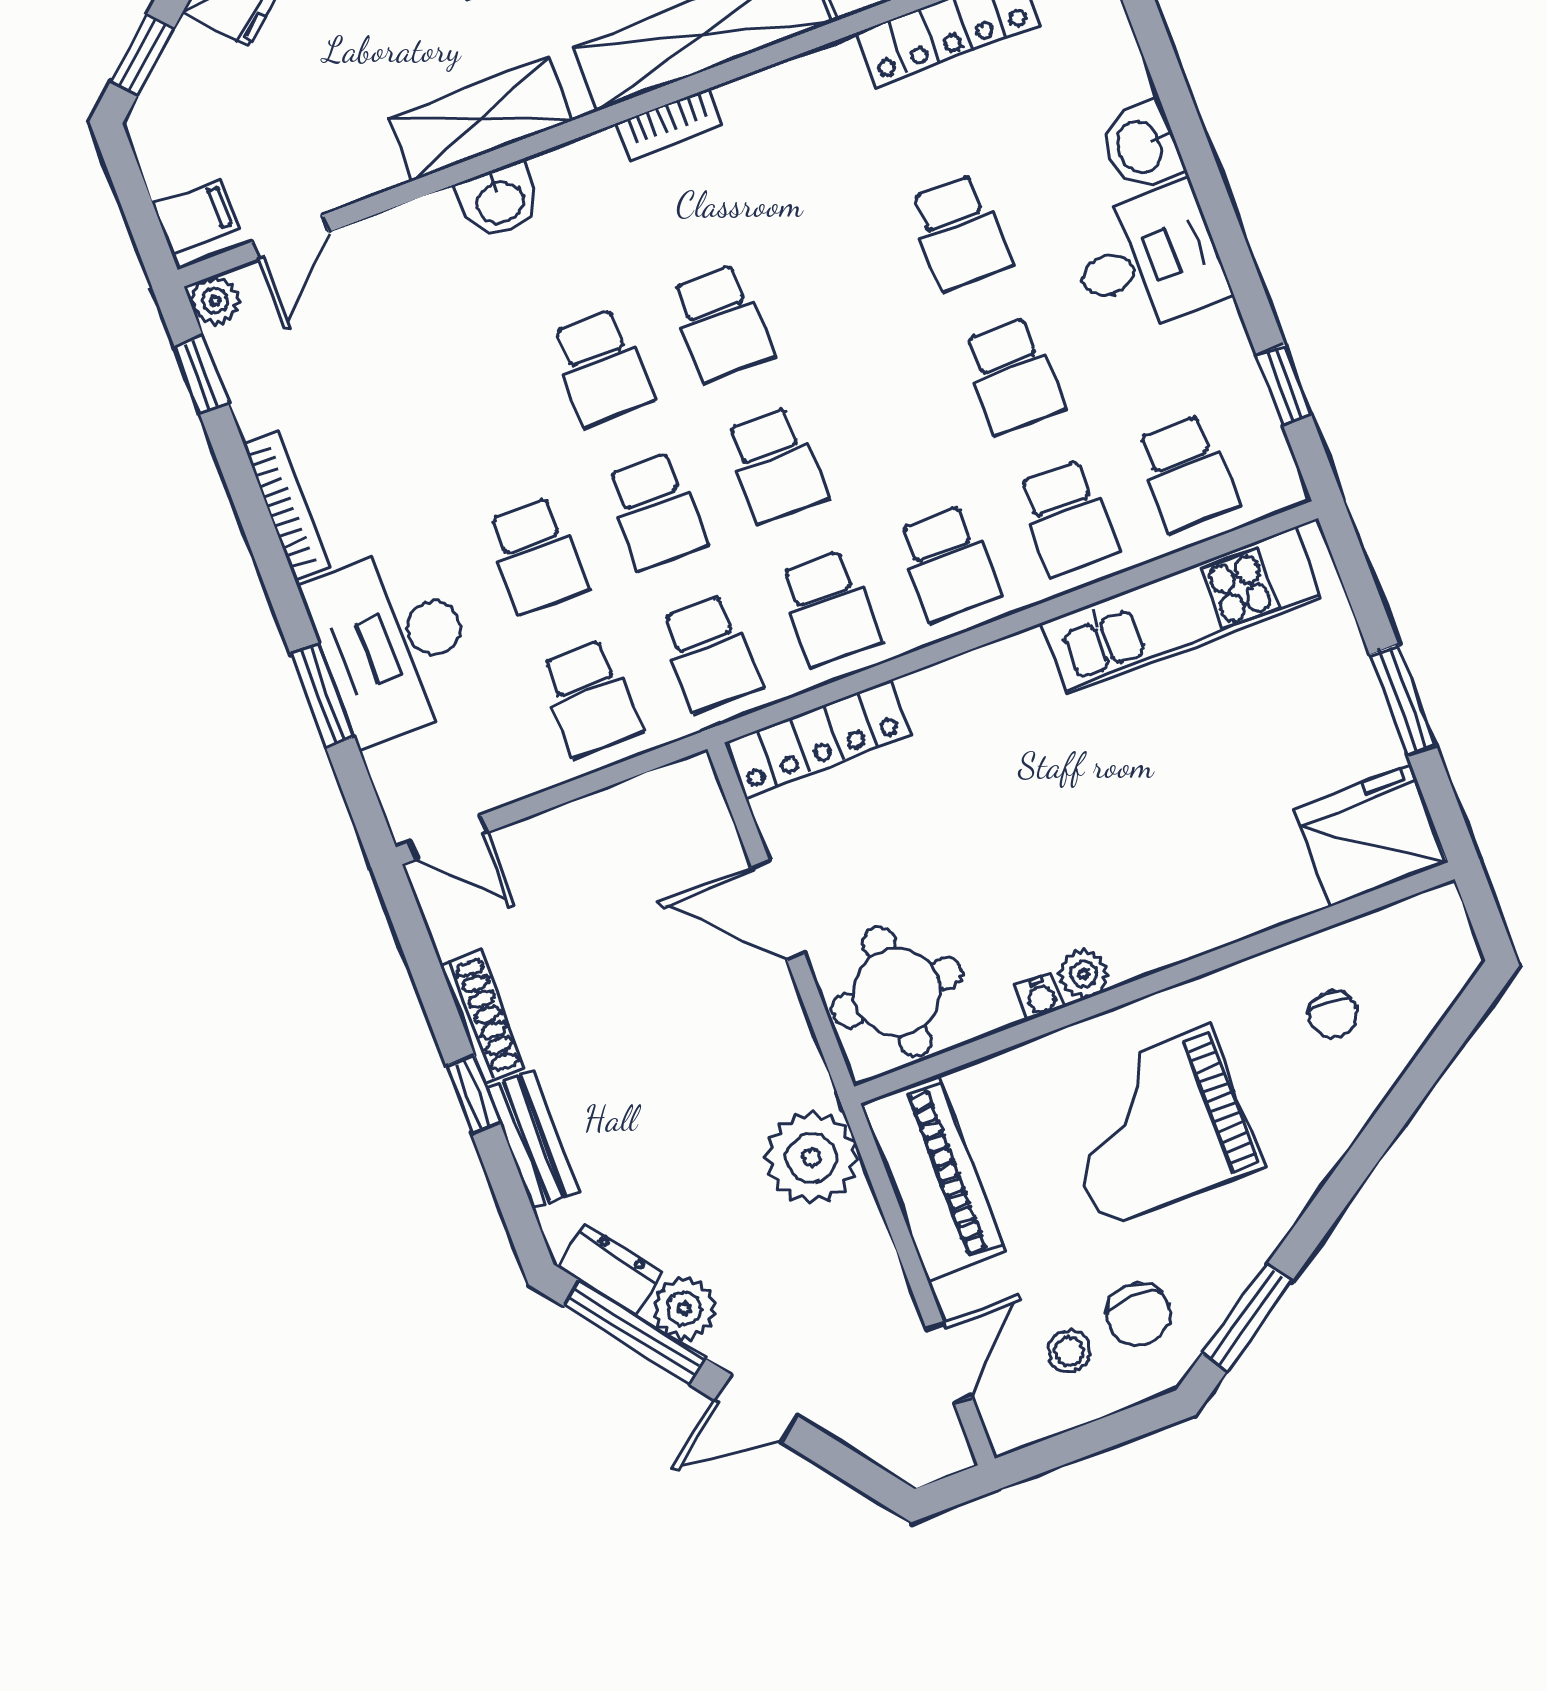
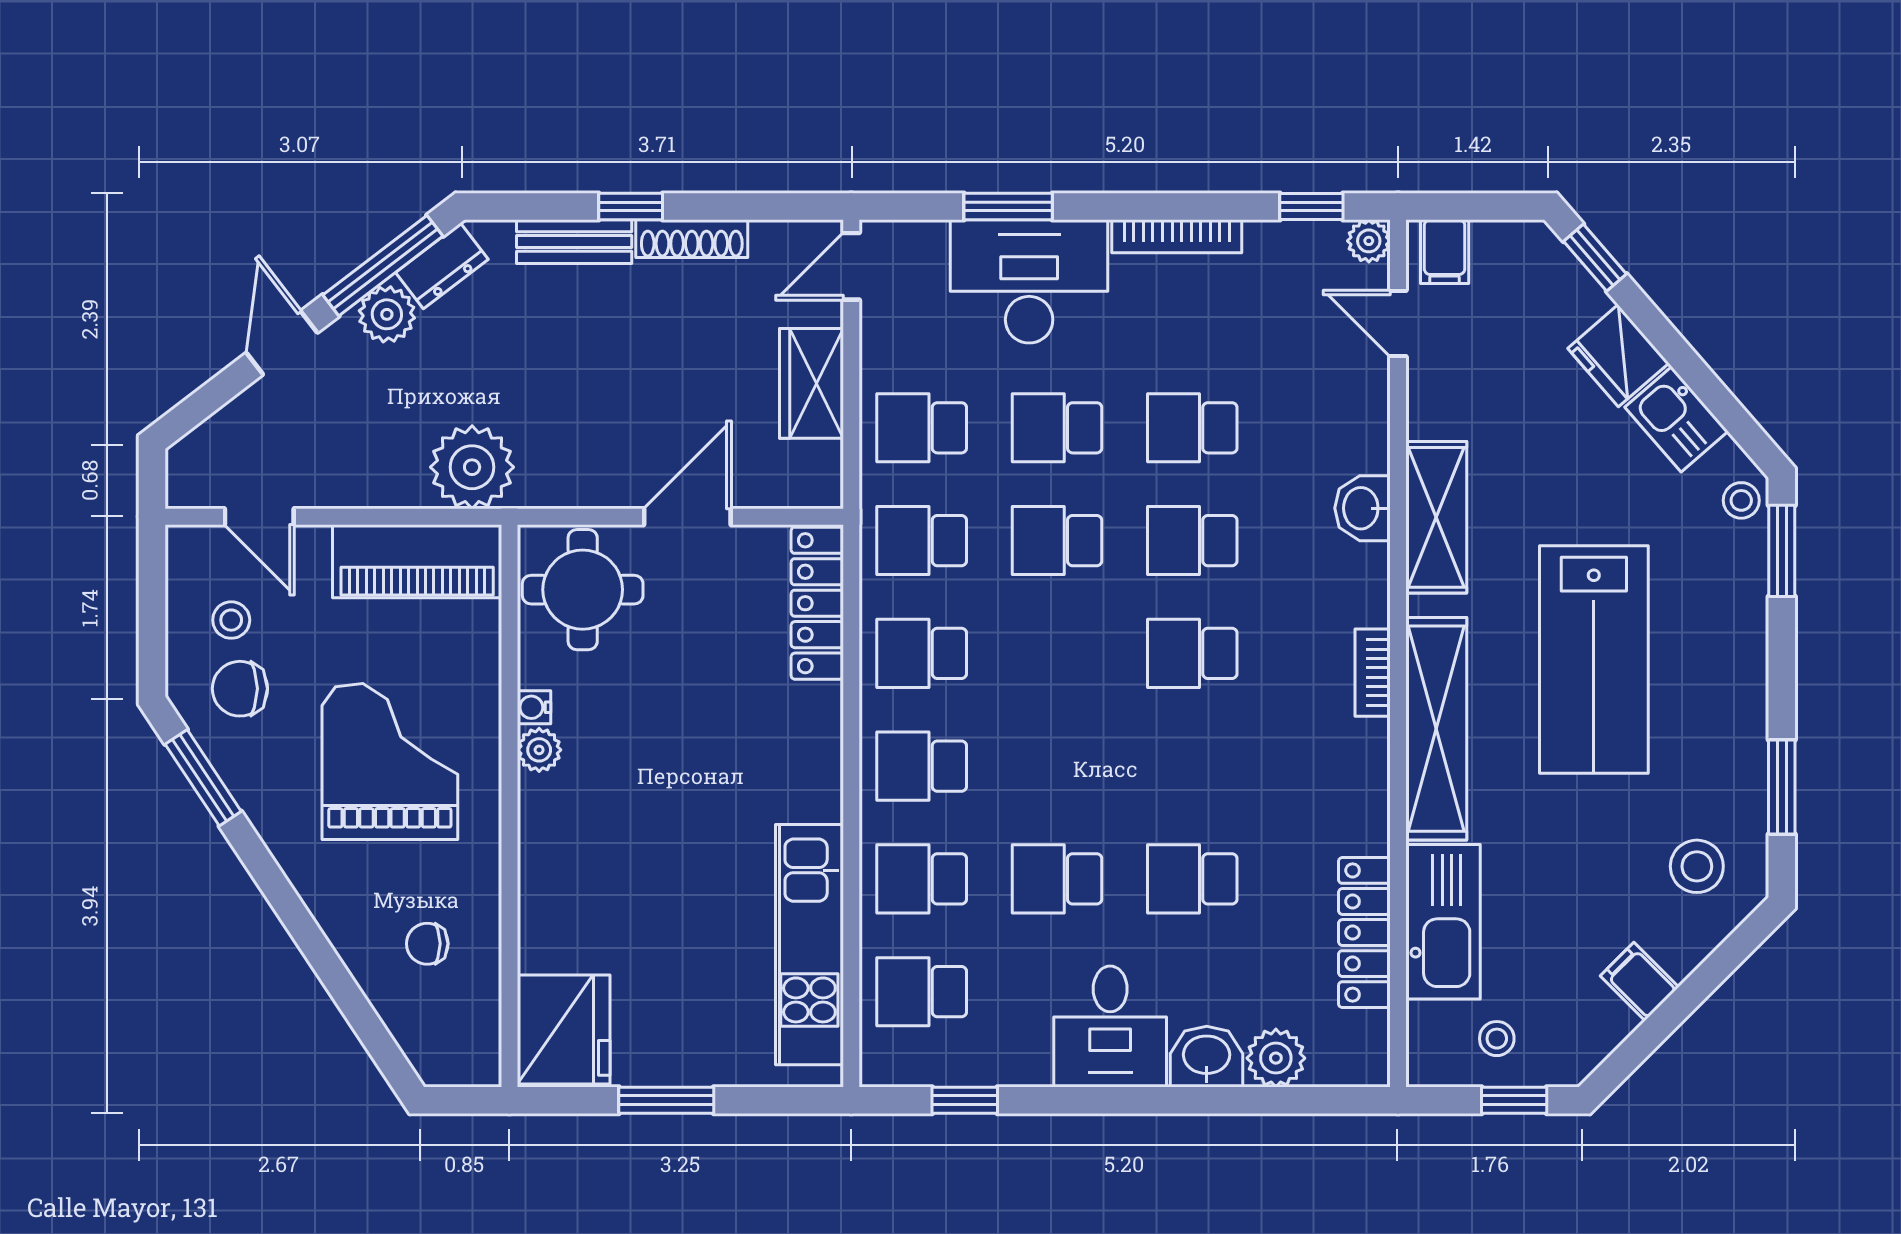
plant: (1115, 73) -> (1276, 1058), added
school desk: (775, 465) -> (1192, 428), moved
wardrobe: (588, 833) -> (811, 383), added

